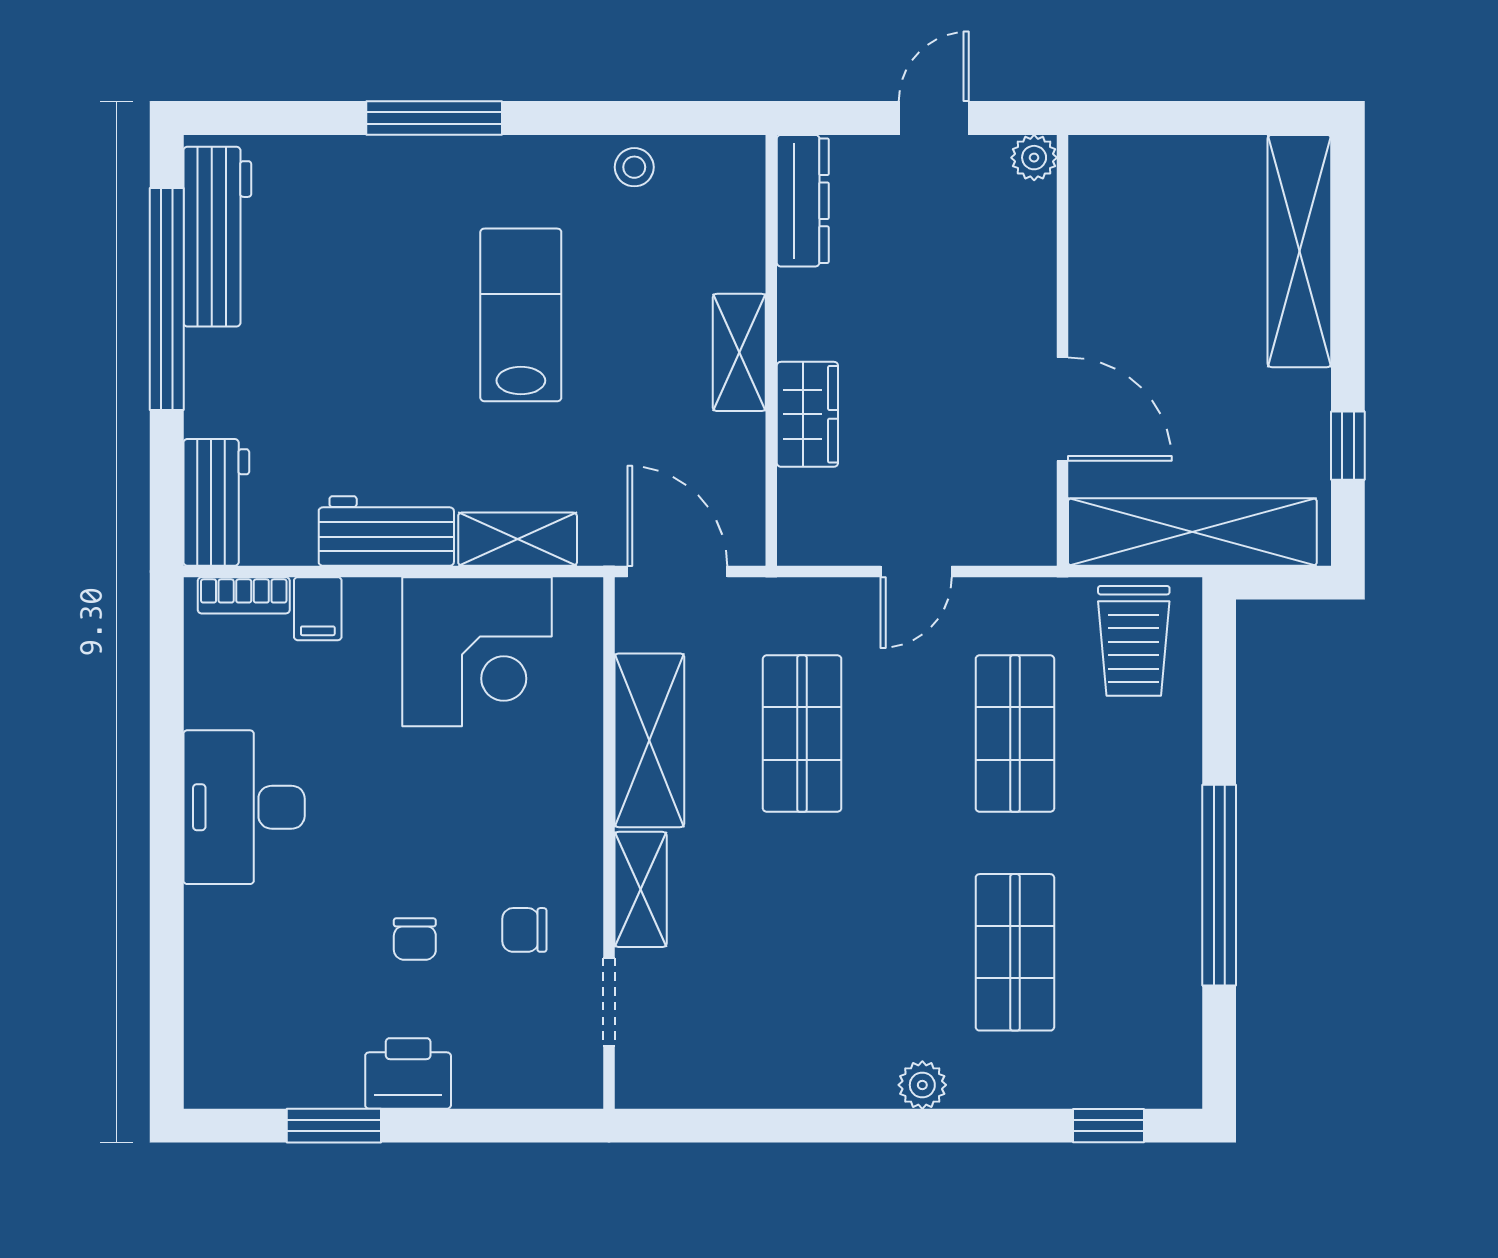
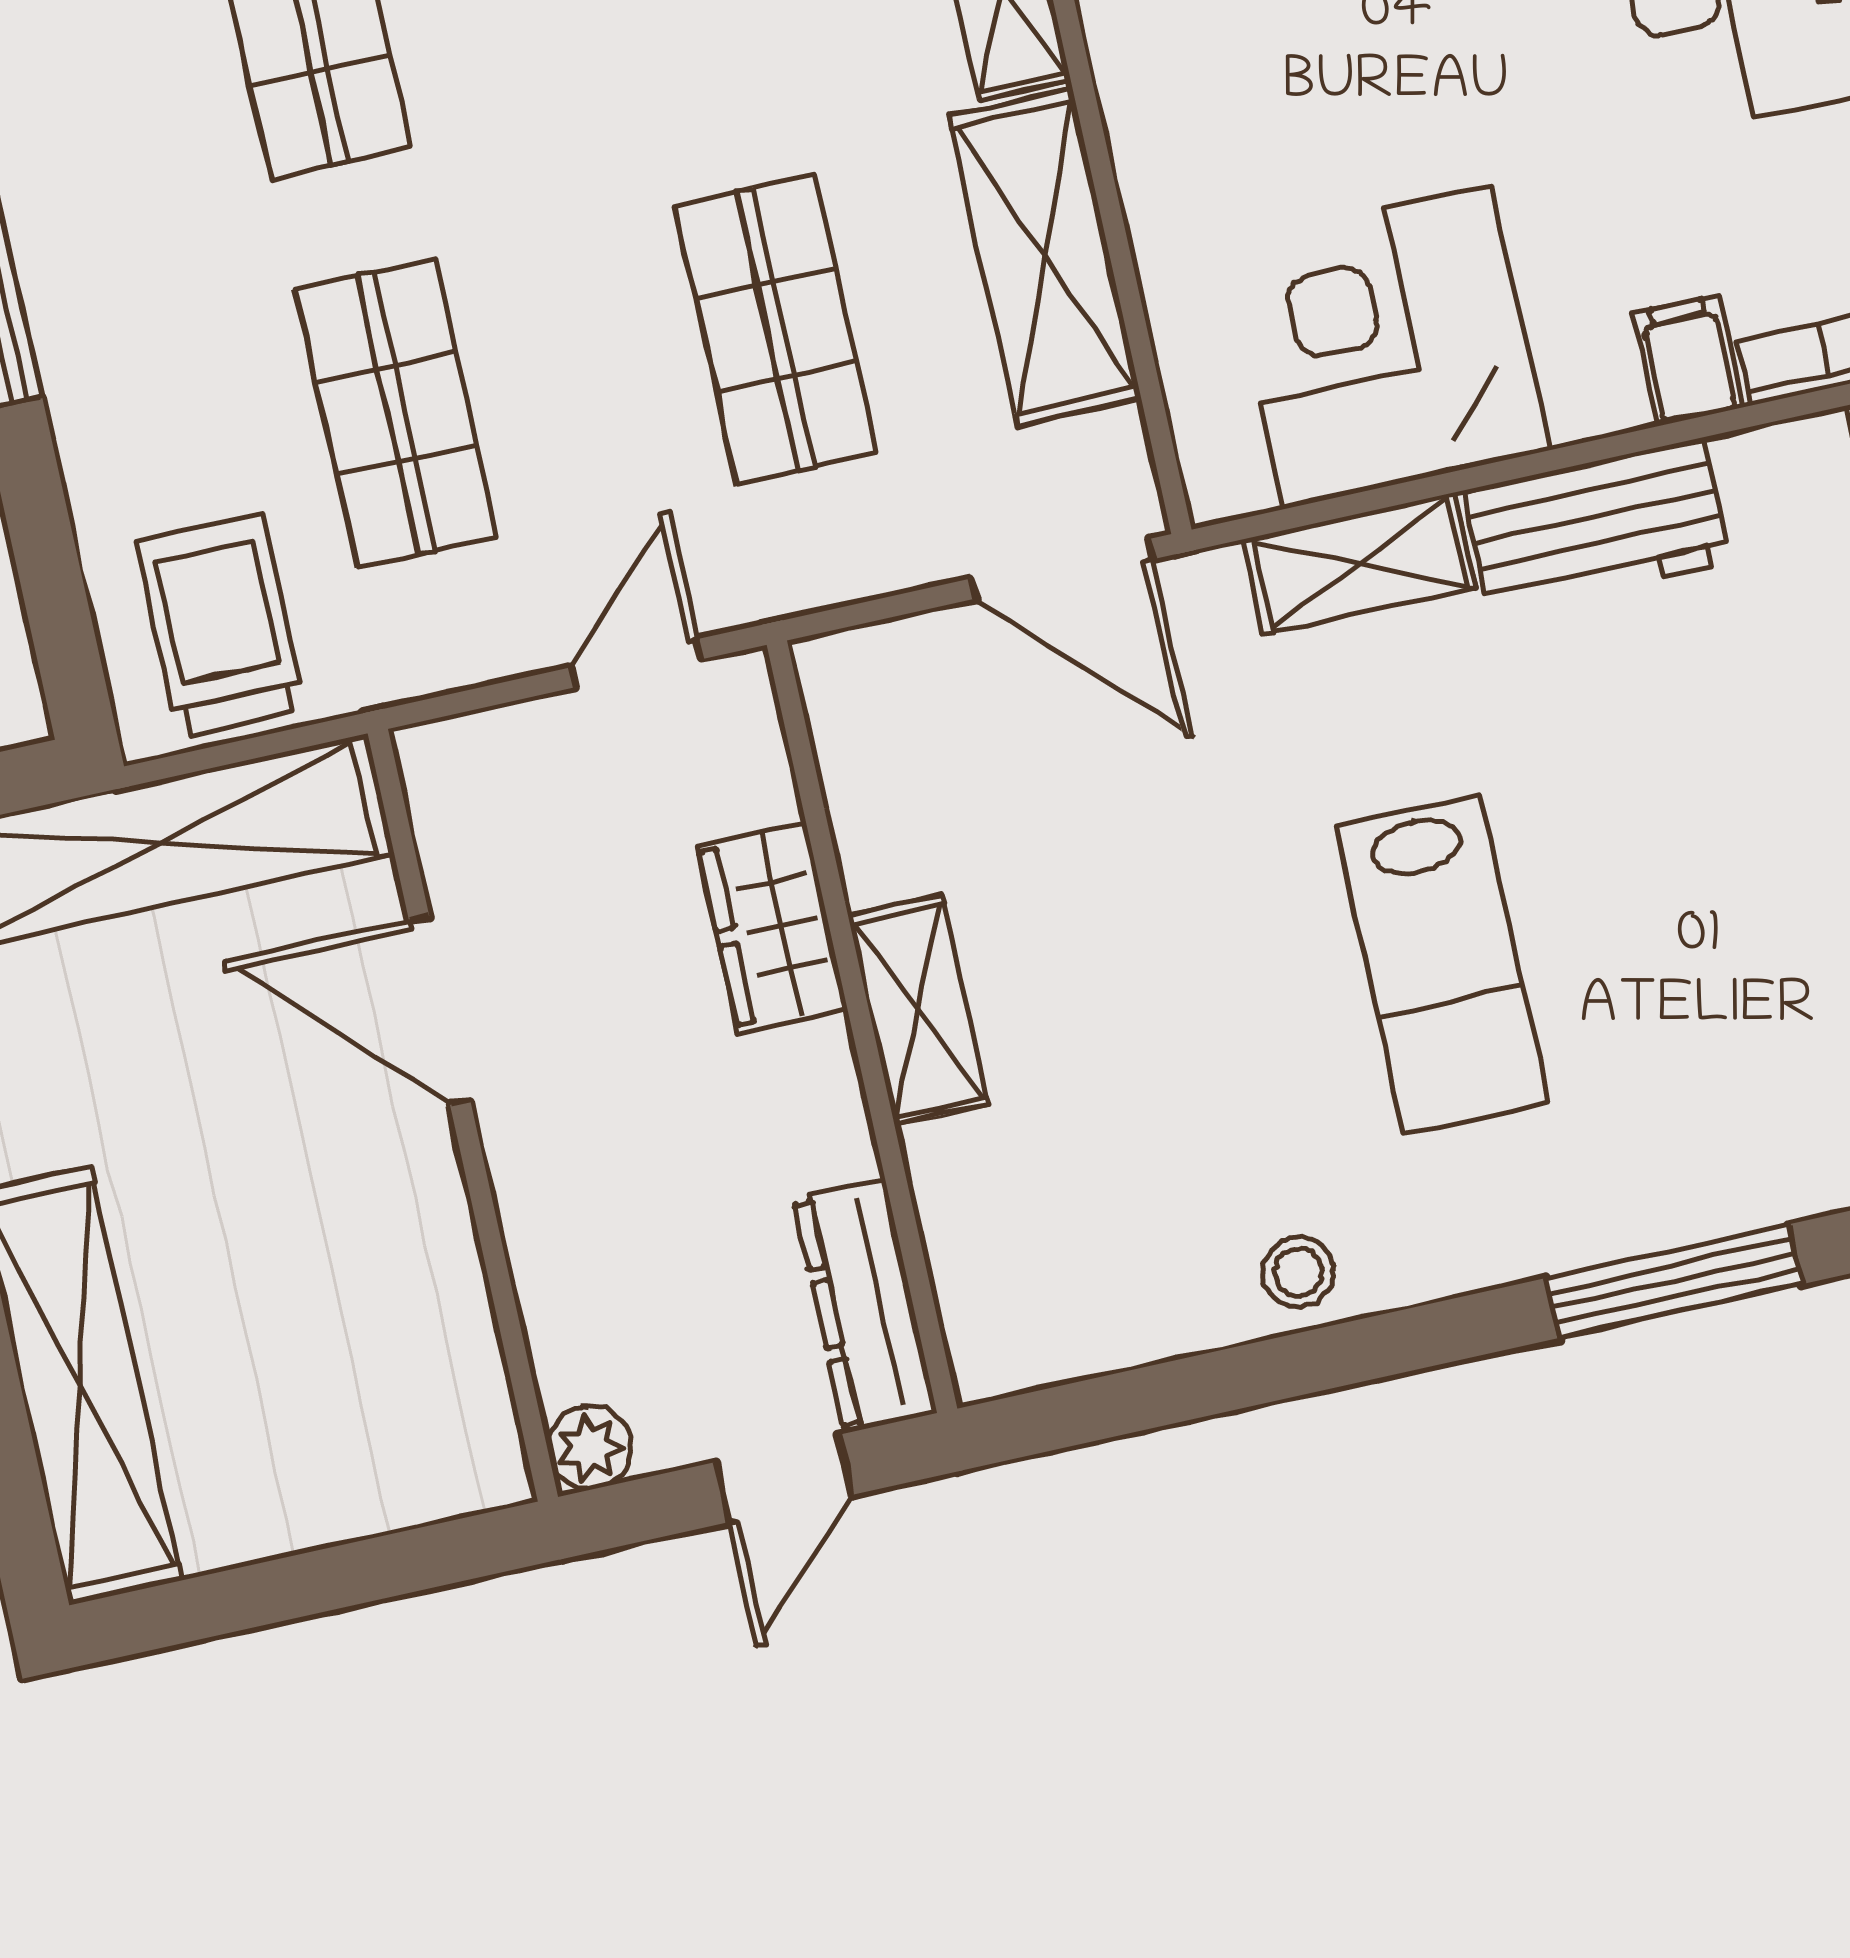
dresser: (803, 201) -> (865, 1306), moved
wall: (771, 350) -> (862, 1027), moved
shelving: (739, 352) -> (918, 1010), moved
wardrobe: (807, 414) -> (772, 927), moved

